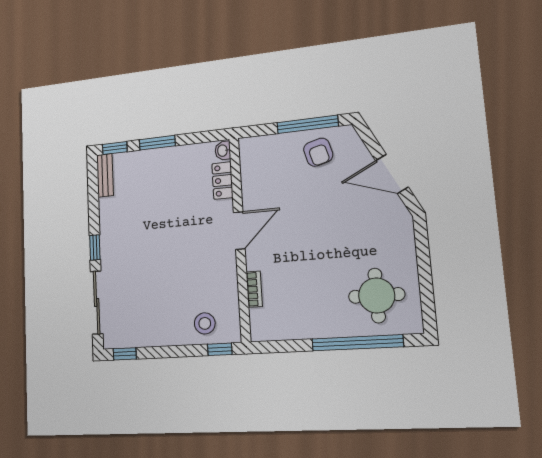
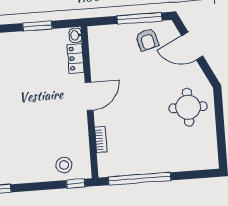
window: (157, 143) -> (37, 26), moved
door: (392, 174) -> (192, 46), moved
round table: (377, 295) -> (188, 107), moved
window: (357, 343) -> (140, 179), moved

